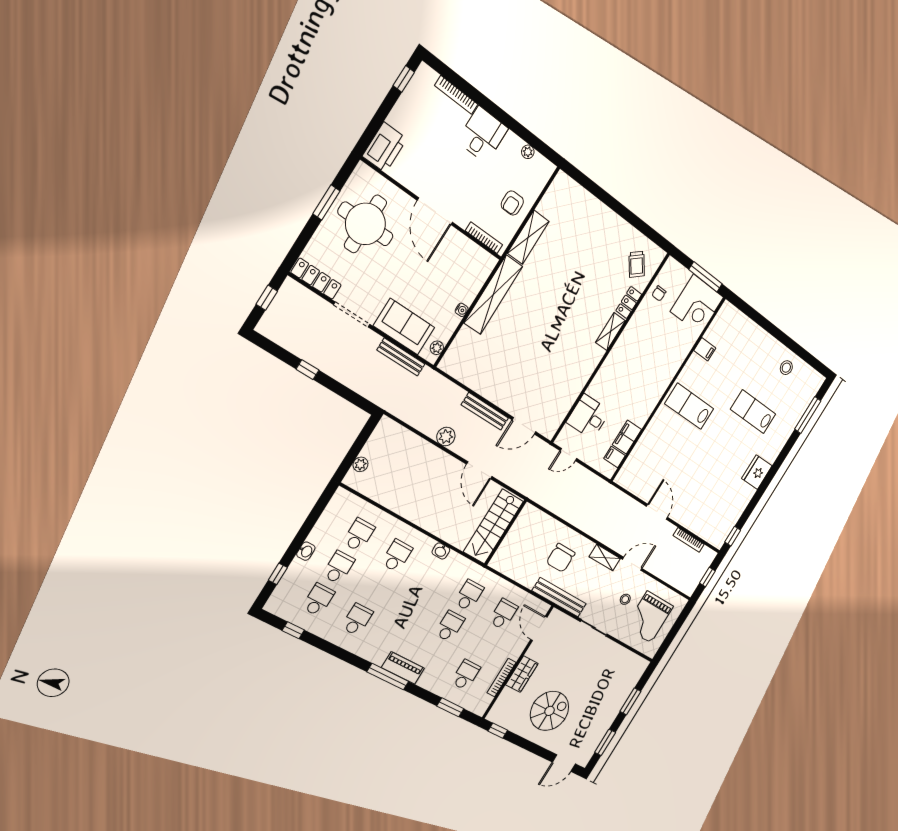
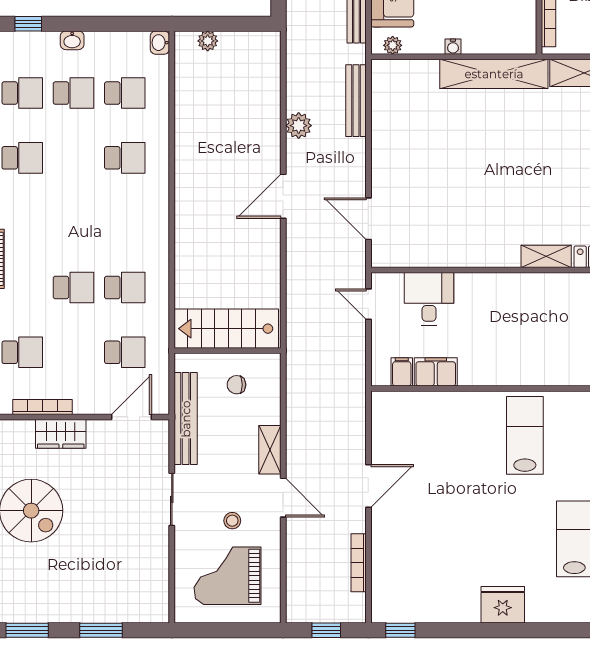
bench: (485, 411) -> (356, 101), moved
stairs: (493, 526) -> (226, 329), moved
wall: (506, 533) -> (227, 351), moved
washbasin: (441, 551) -> (160, 43), moved
chair: (561, 558) -> (236, 385), width x0.54, depth x0.54

